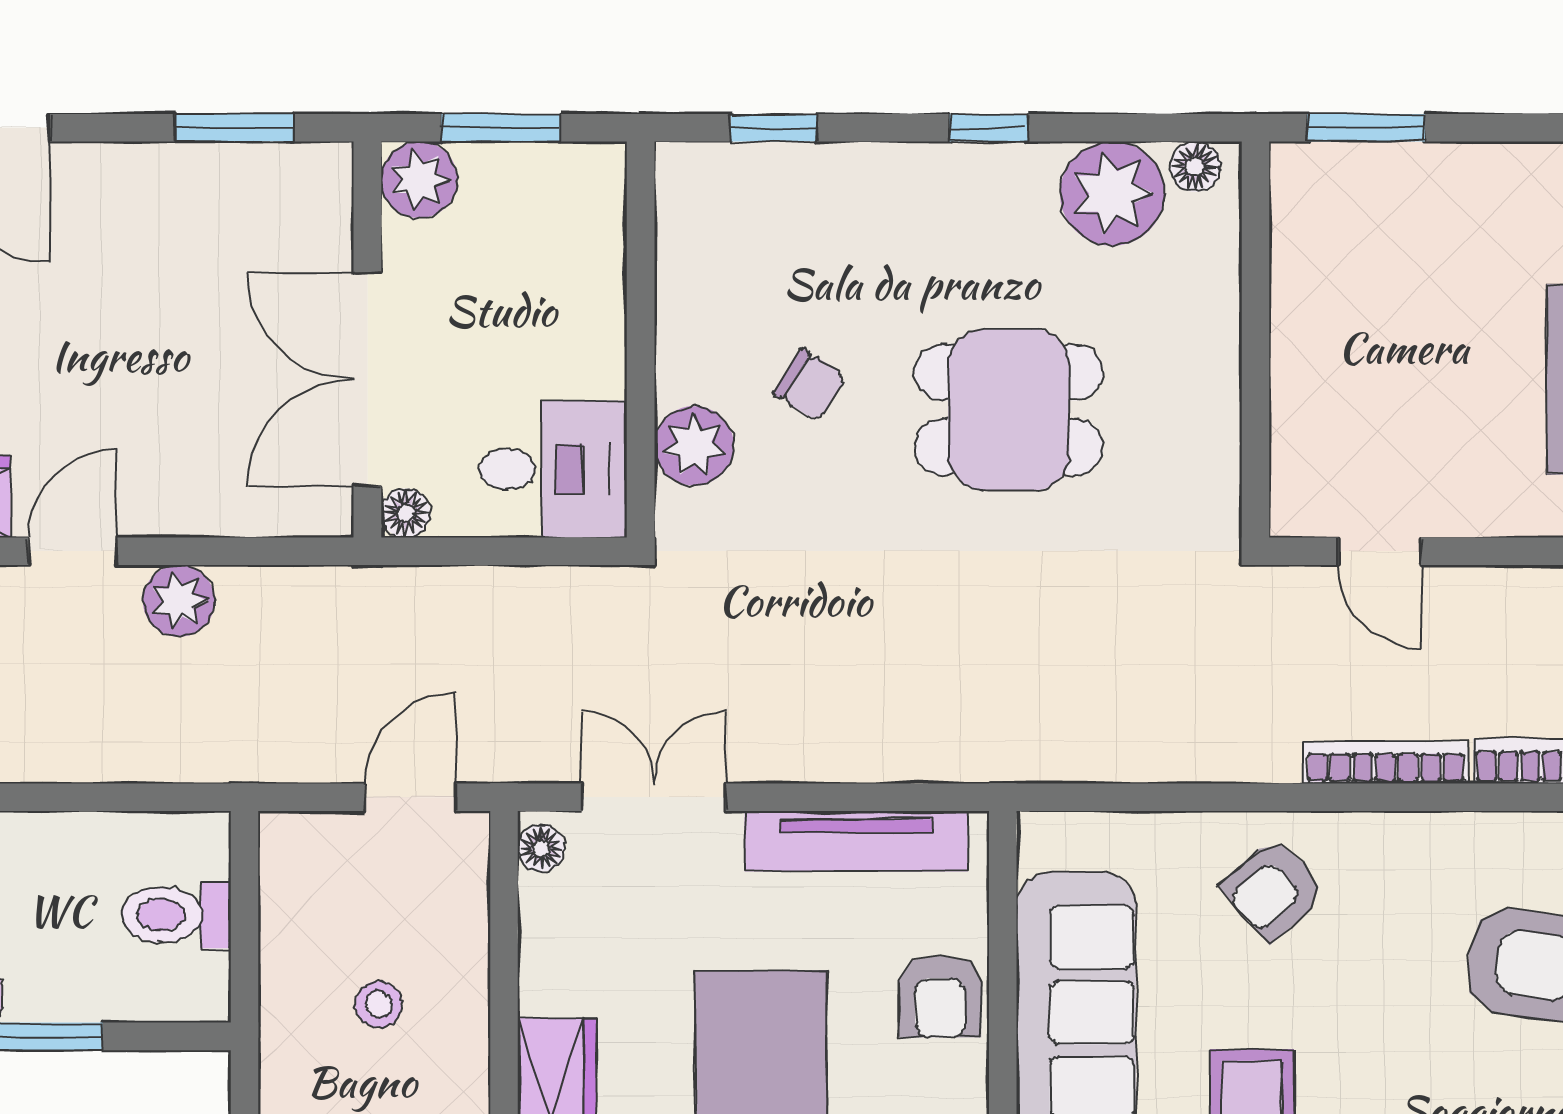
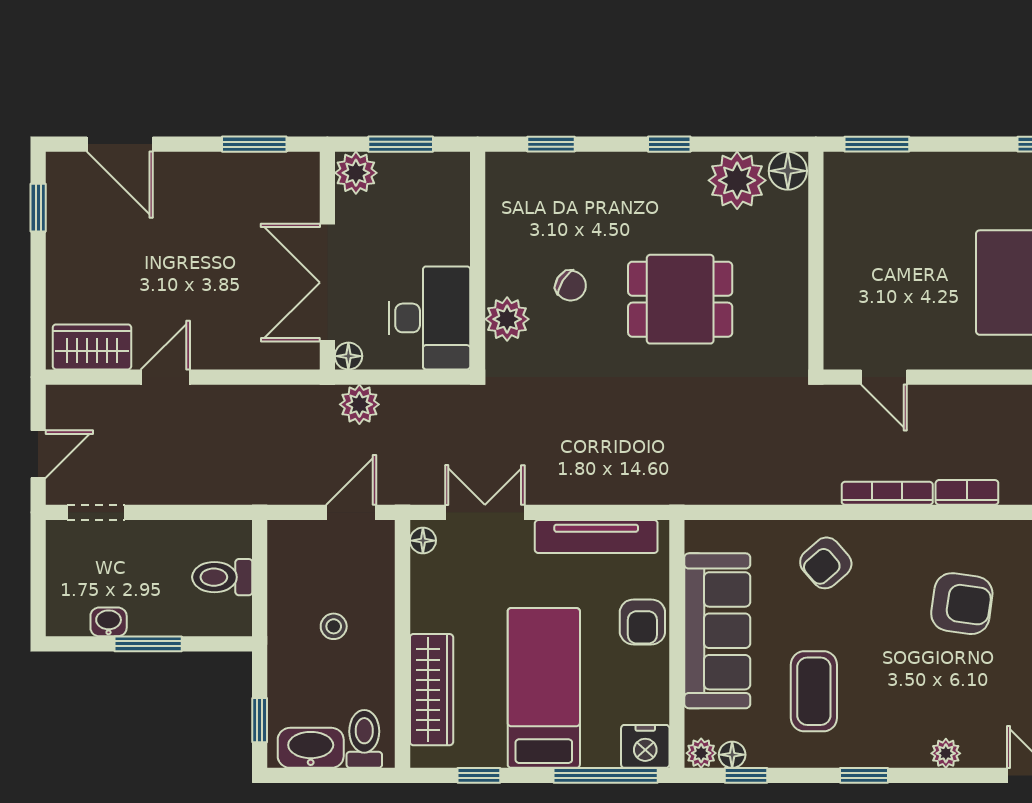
floor lamp: (1195, 167) -> (788, 171), width x1.37, depth x1.37
desk: (553, 469) -> (430, 318), width x1.37
plant: (179, 601) -> (359, 404), moved

